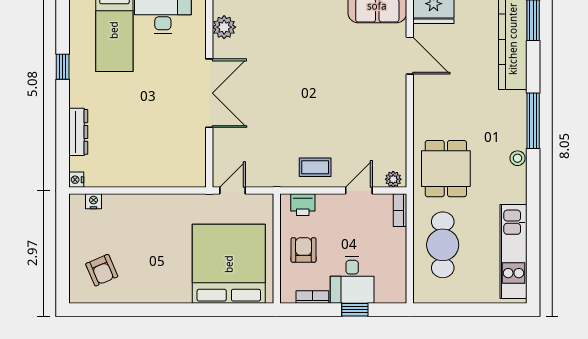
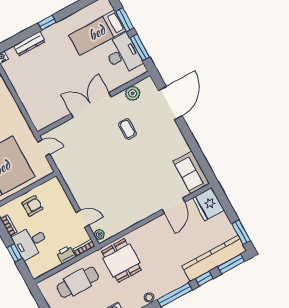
window: (63, 67) -> (47, 23), moved
window: (533, 68) -> (204, 279), added
double door: (209, 93) -> (91, 105), swing flipped
coffee table: (315, 167) -> (128, 129), moved
dining table: (446, 169) -> (121, 261), turned 90
printer: (303, 205) -> (66, 254), moved, turned 90

